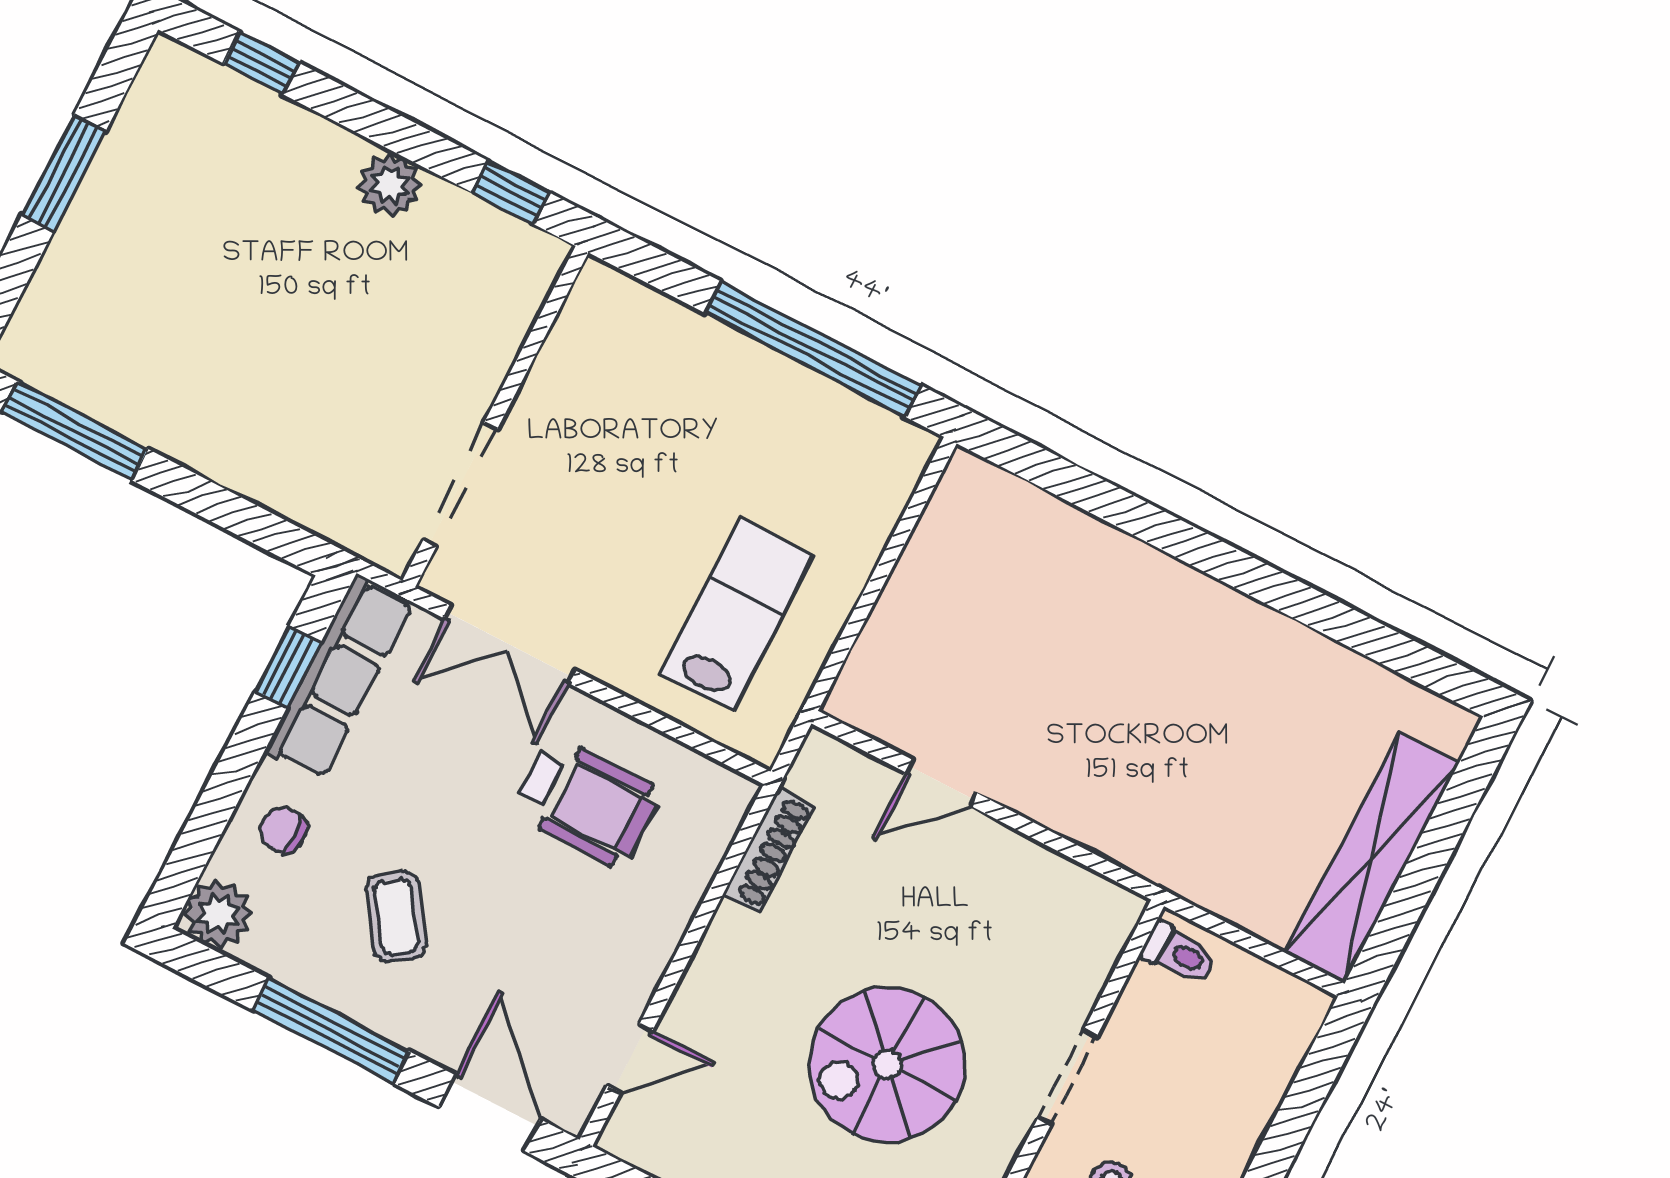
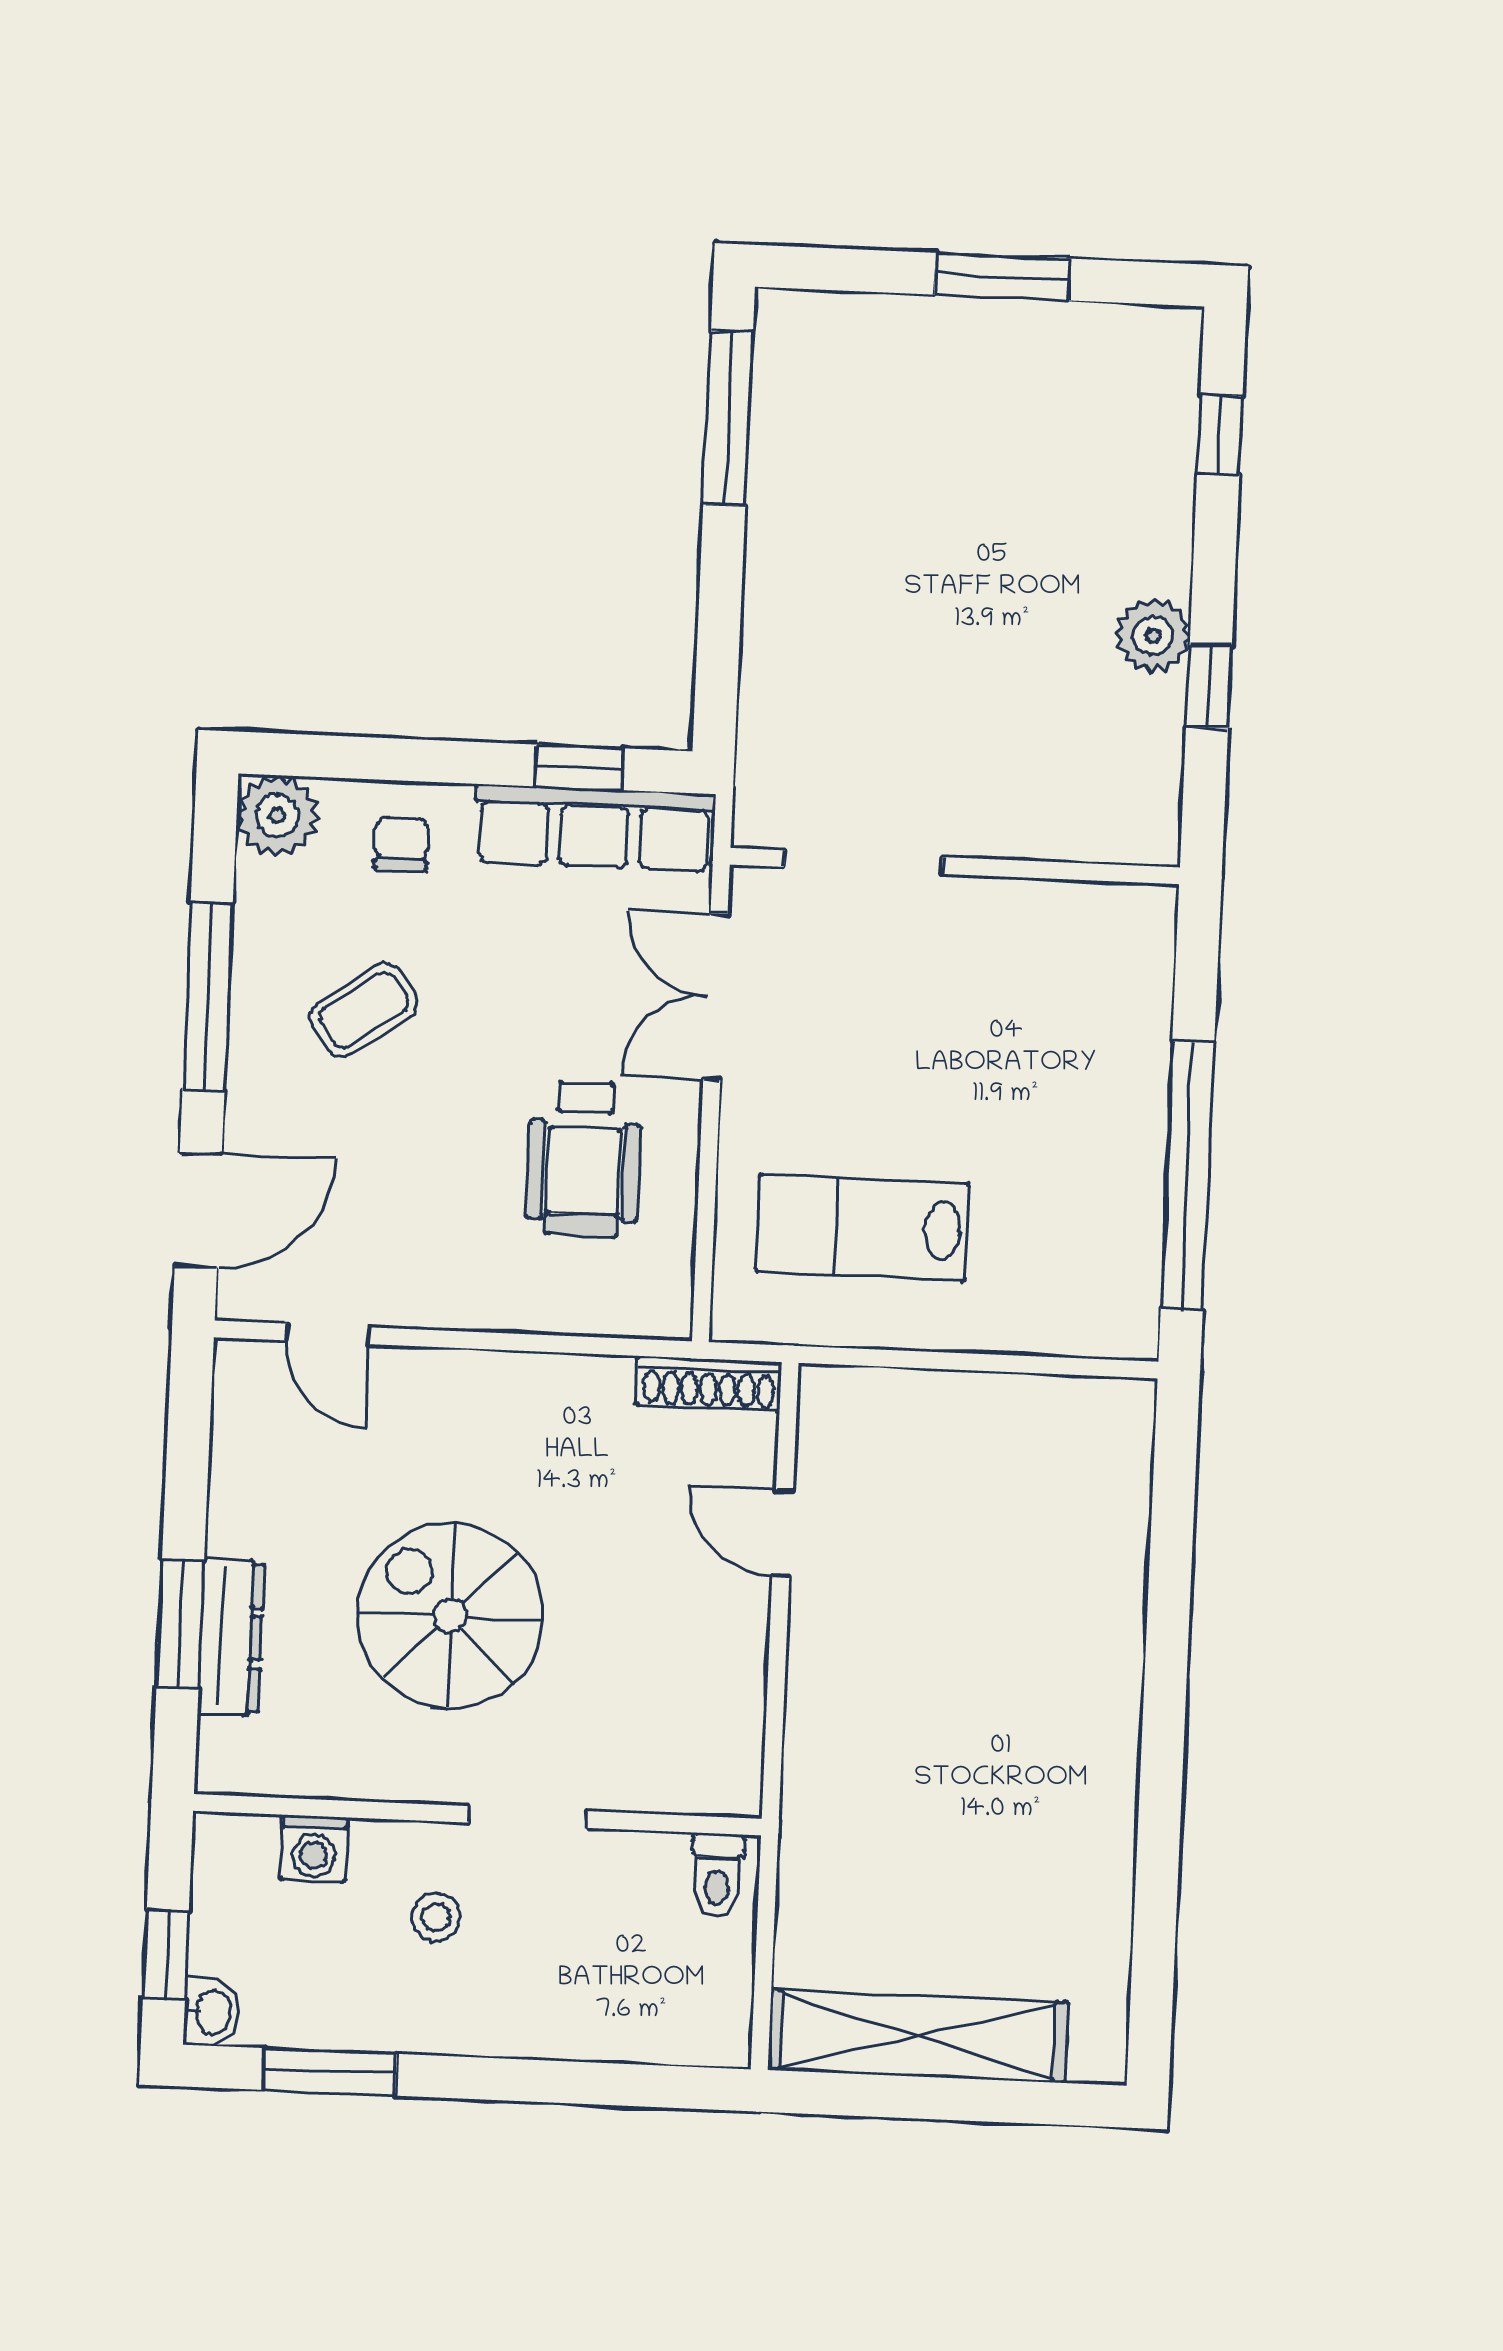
window: (510, 192) -> (1209, 687), moved
lab bench: (737, 614) -> (863, 1227), turned 180
shoe rack: (769, 850) -> (709, 1383), moved

